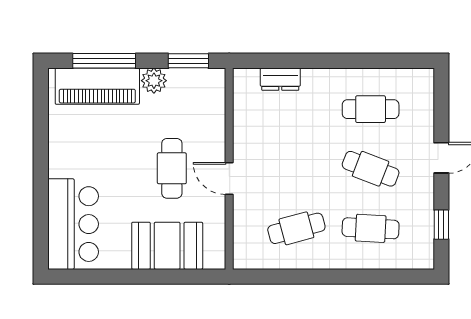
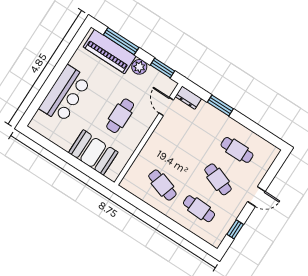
window: (306, 61) -> (220, 105), added
dresser: (280, 79) -> (188, 98), moved
door: (229, 178) -> (166, 107), moved
bar counter: (73, 224) -> (65, 94), moved
cafe table: (296, 228) -> (162, 185), turned 33

